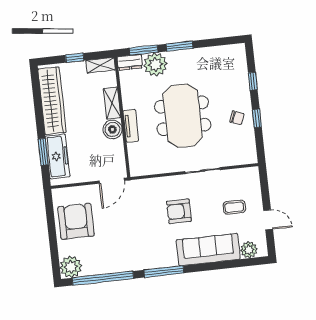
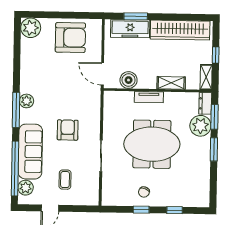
boiler: (112, 129) -> (129, 80), moved
plant: (153, 261) -> (27, 101), added
window: (103, 278) -> (15, 169), moved

